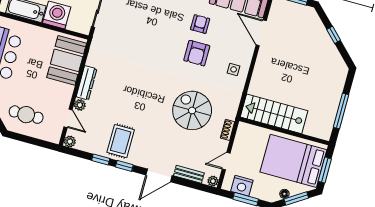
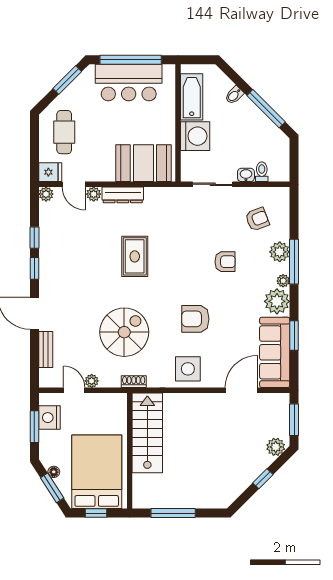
plant: (312, 18) -> (276, 447), added
armchair: (200, 24) -> (225, 262), moved
side table: (234, 69) -> (188, 369), width x1.87, depth x1.87
door: (68, 118) -> (74, 184), hinge flipped
shoe rack: (228, 130) -> (134, 382), moved
fridge: (54, 134) -> (50, 172), added
rug: (121, 141) -> (135, 256), moved, turned 90
window: (325, 170) -> (96, 513), width x0.67
plant: (213, 181) -> (92, 381), moved

